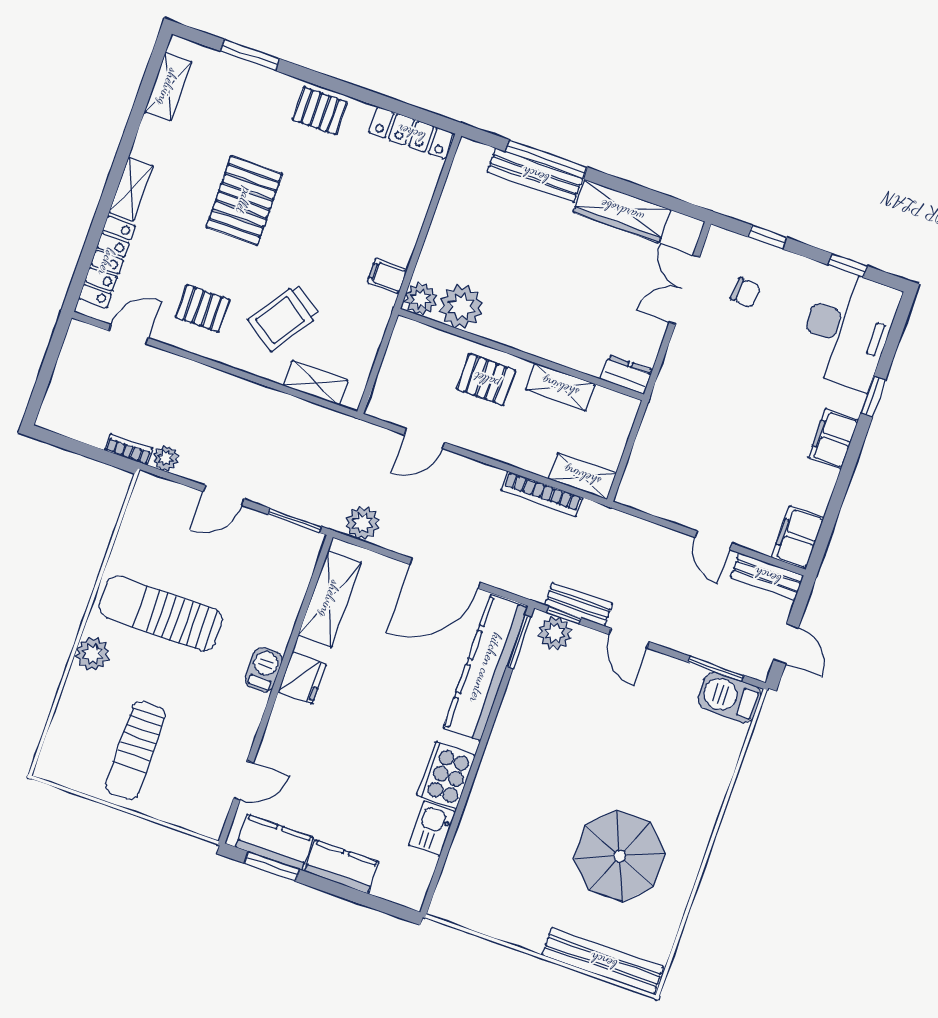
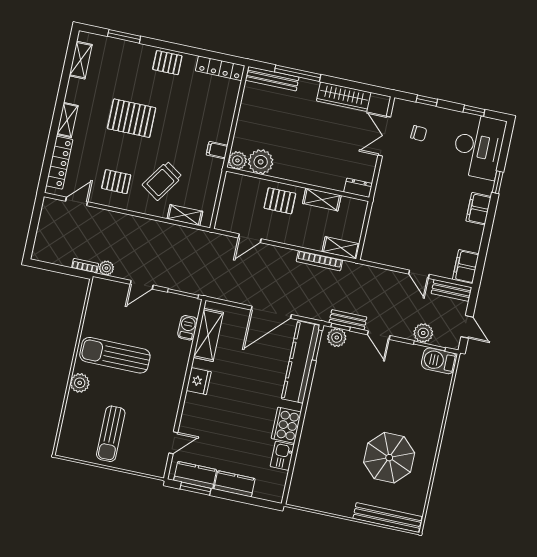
bench: (535, 175) -> (272, 79), moved
pallet: (244, 201) -> (132, 118), turned 90
plant: (362, 523) -> (423, 333), moved
barbecue: (264, 670) -> (188, 328), moved

